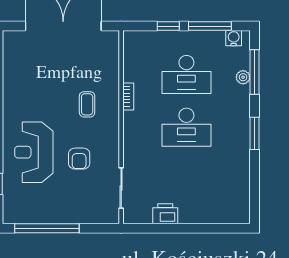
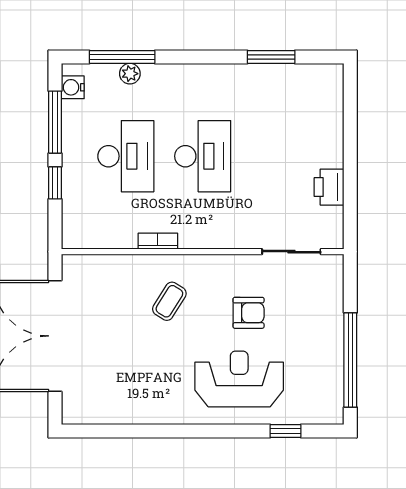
coffee table: (87, 104) -> (169, 301), turned -58
window: (254, 133) -> (271, 57), moved
reception desk: (34, 152) -> (239, 379), turned 180

